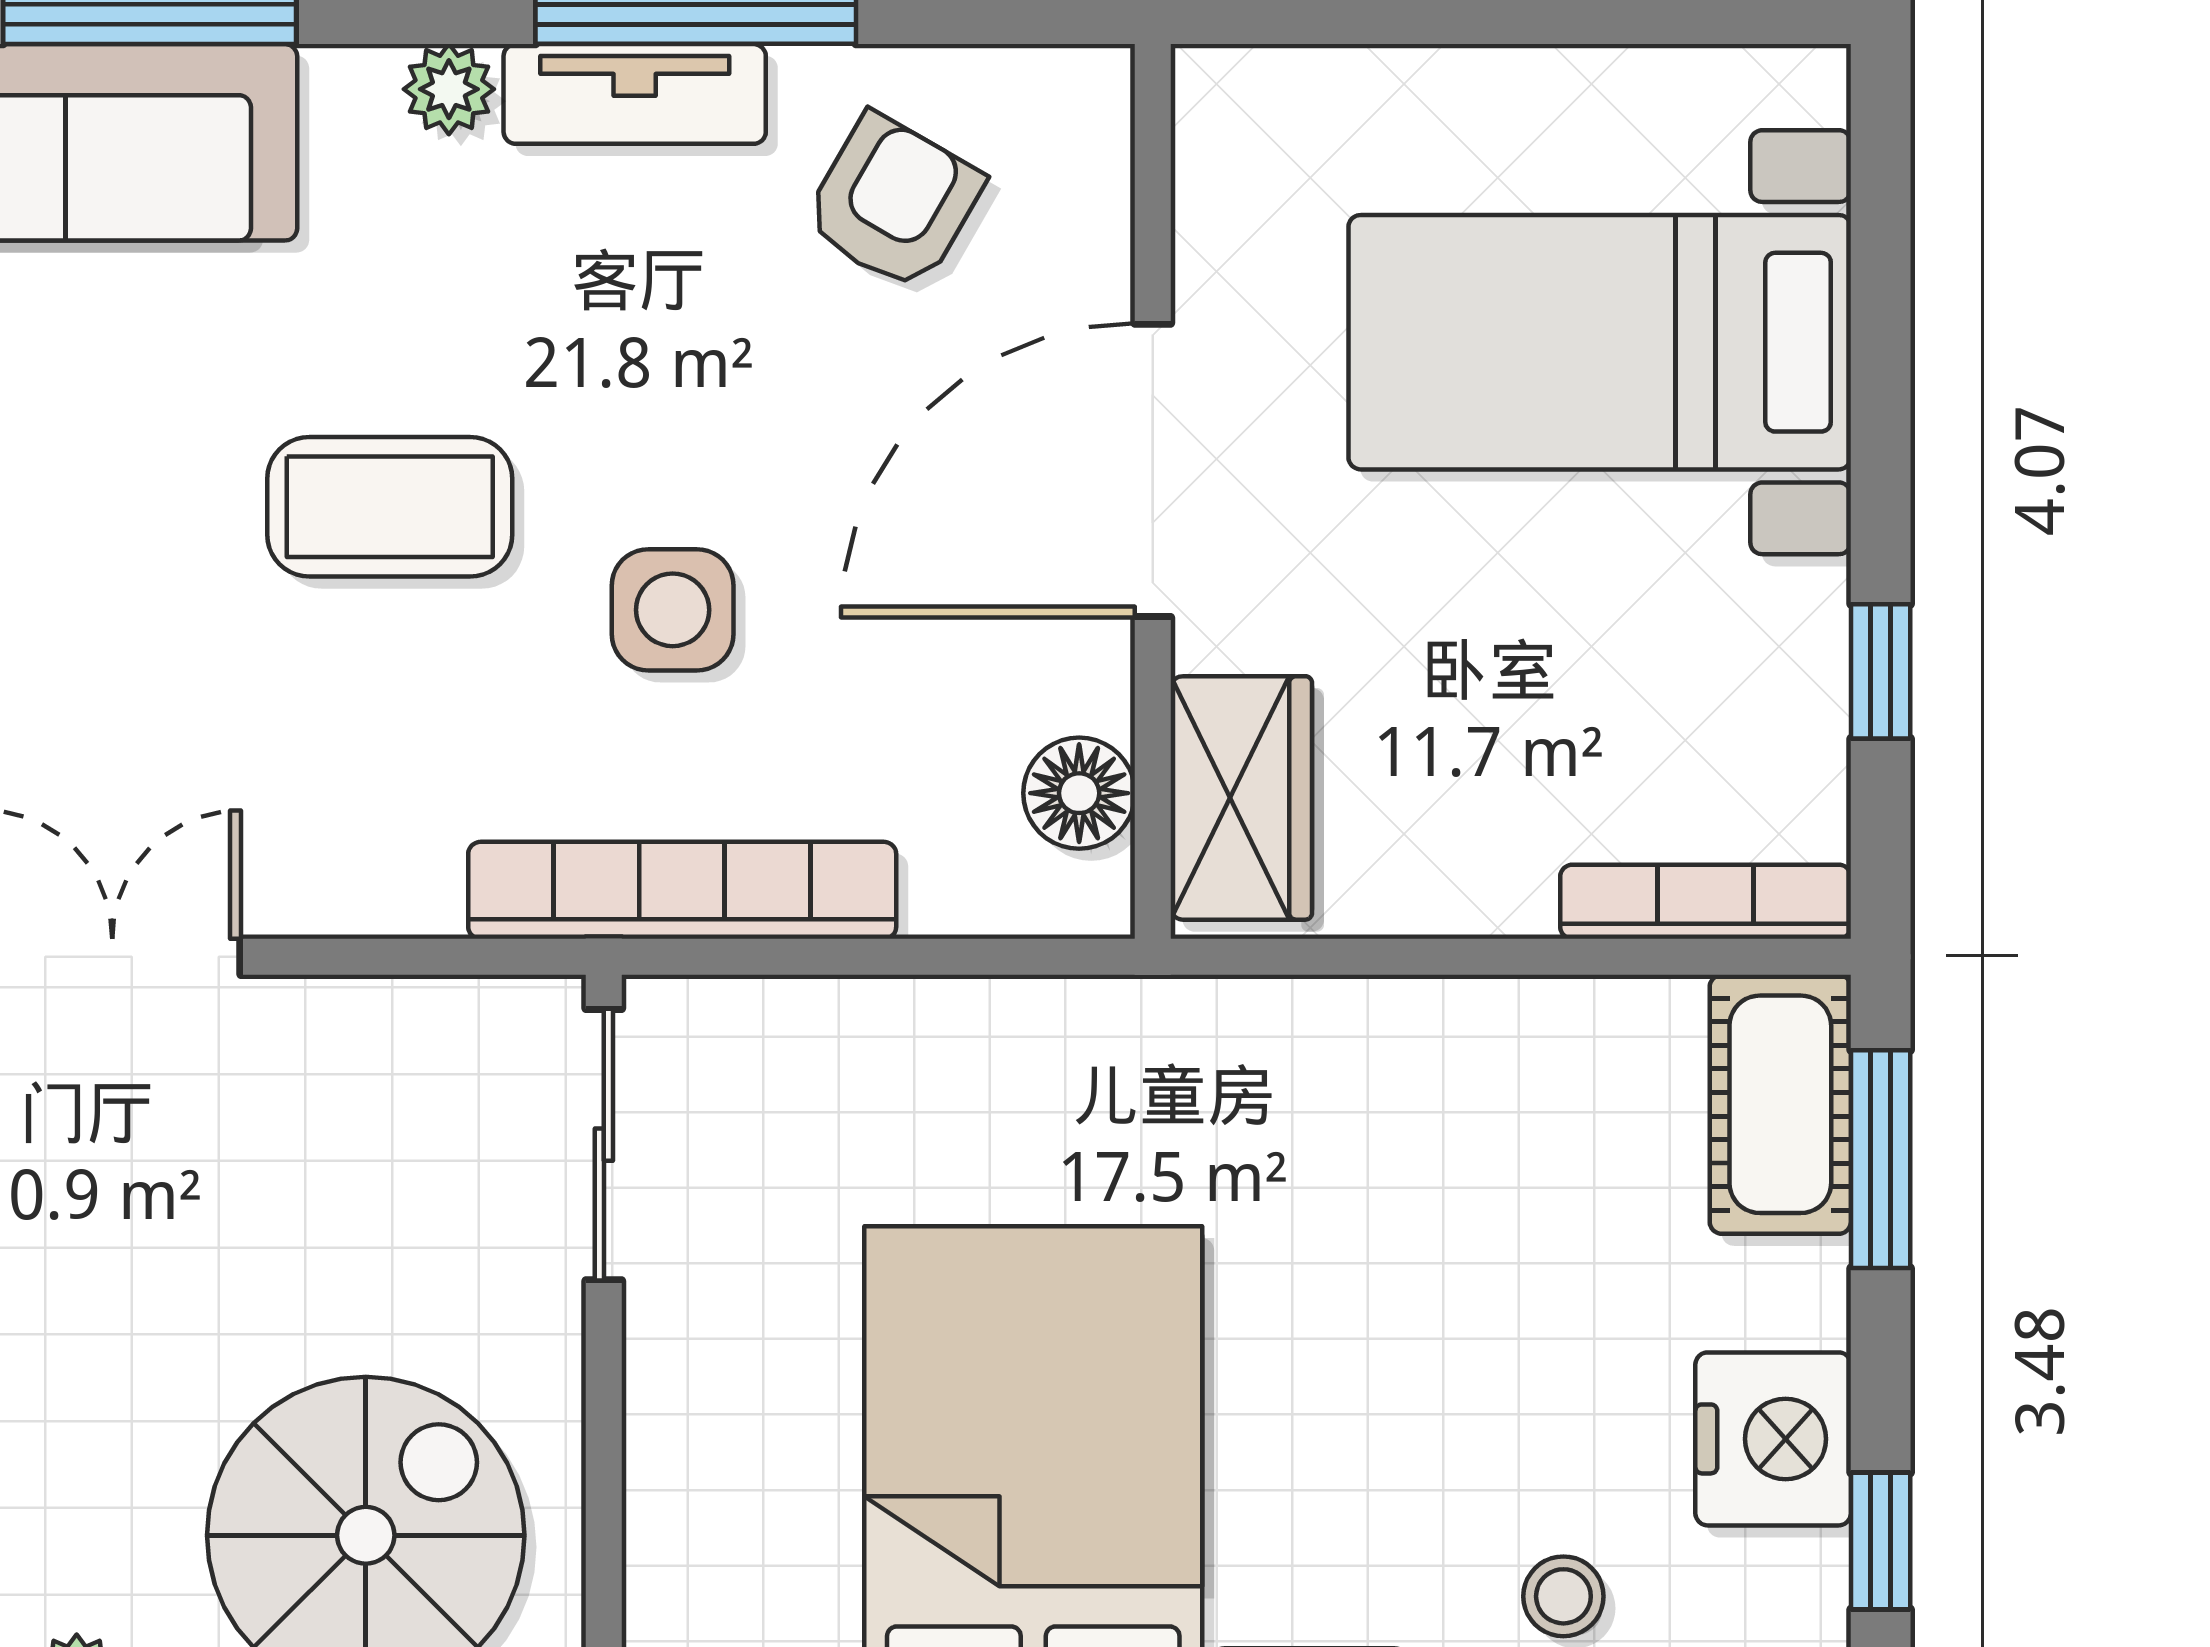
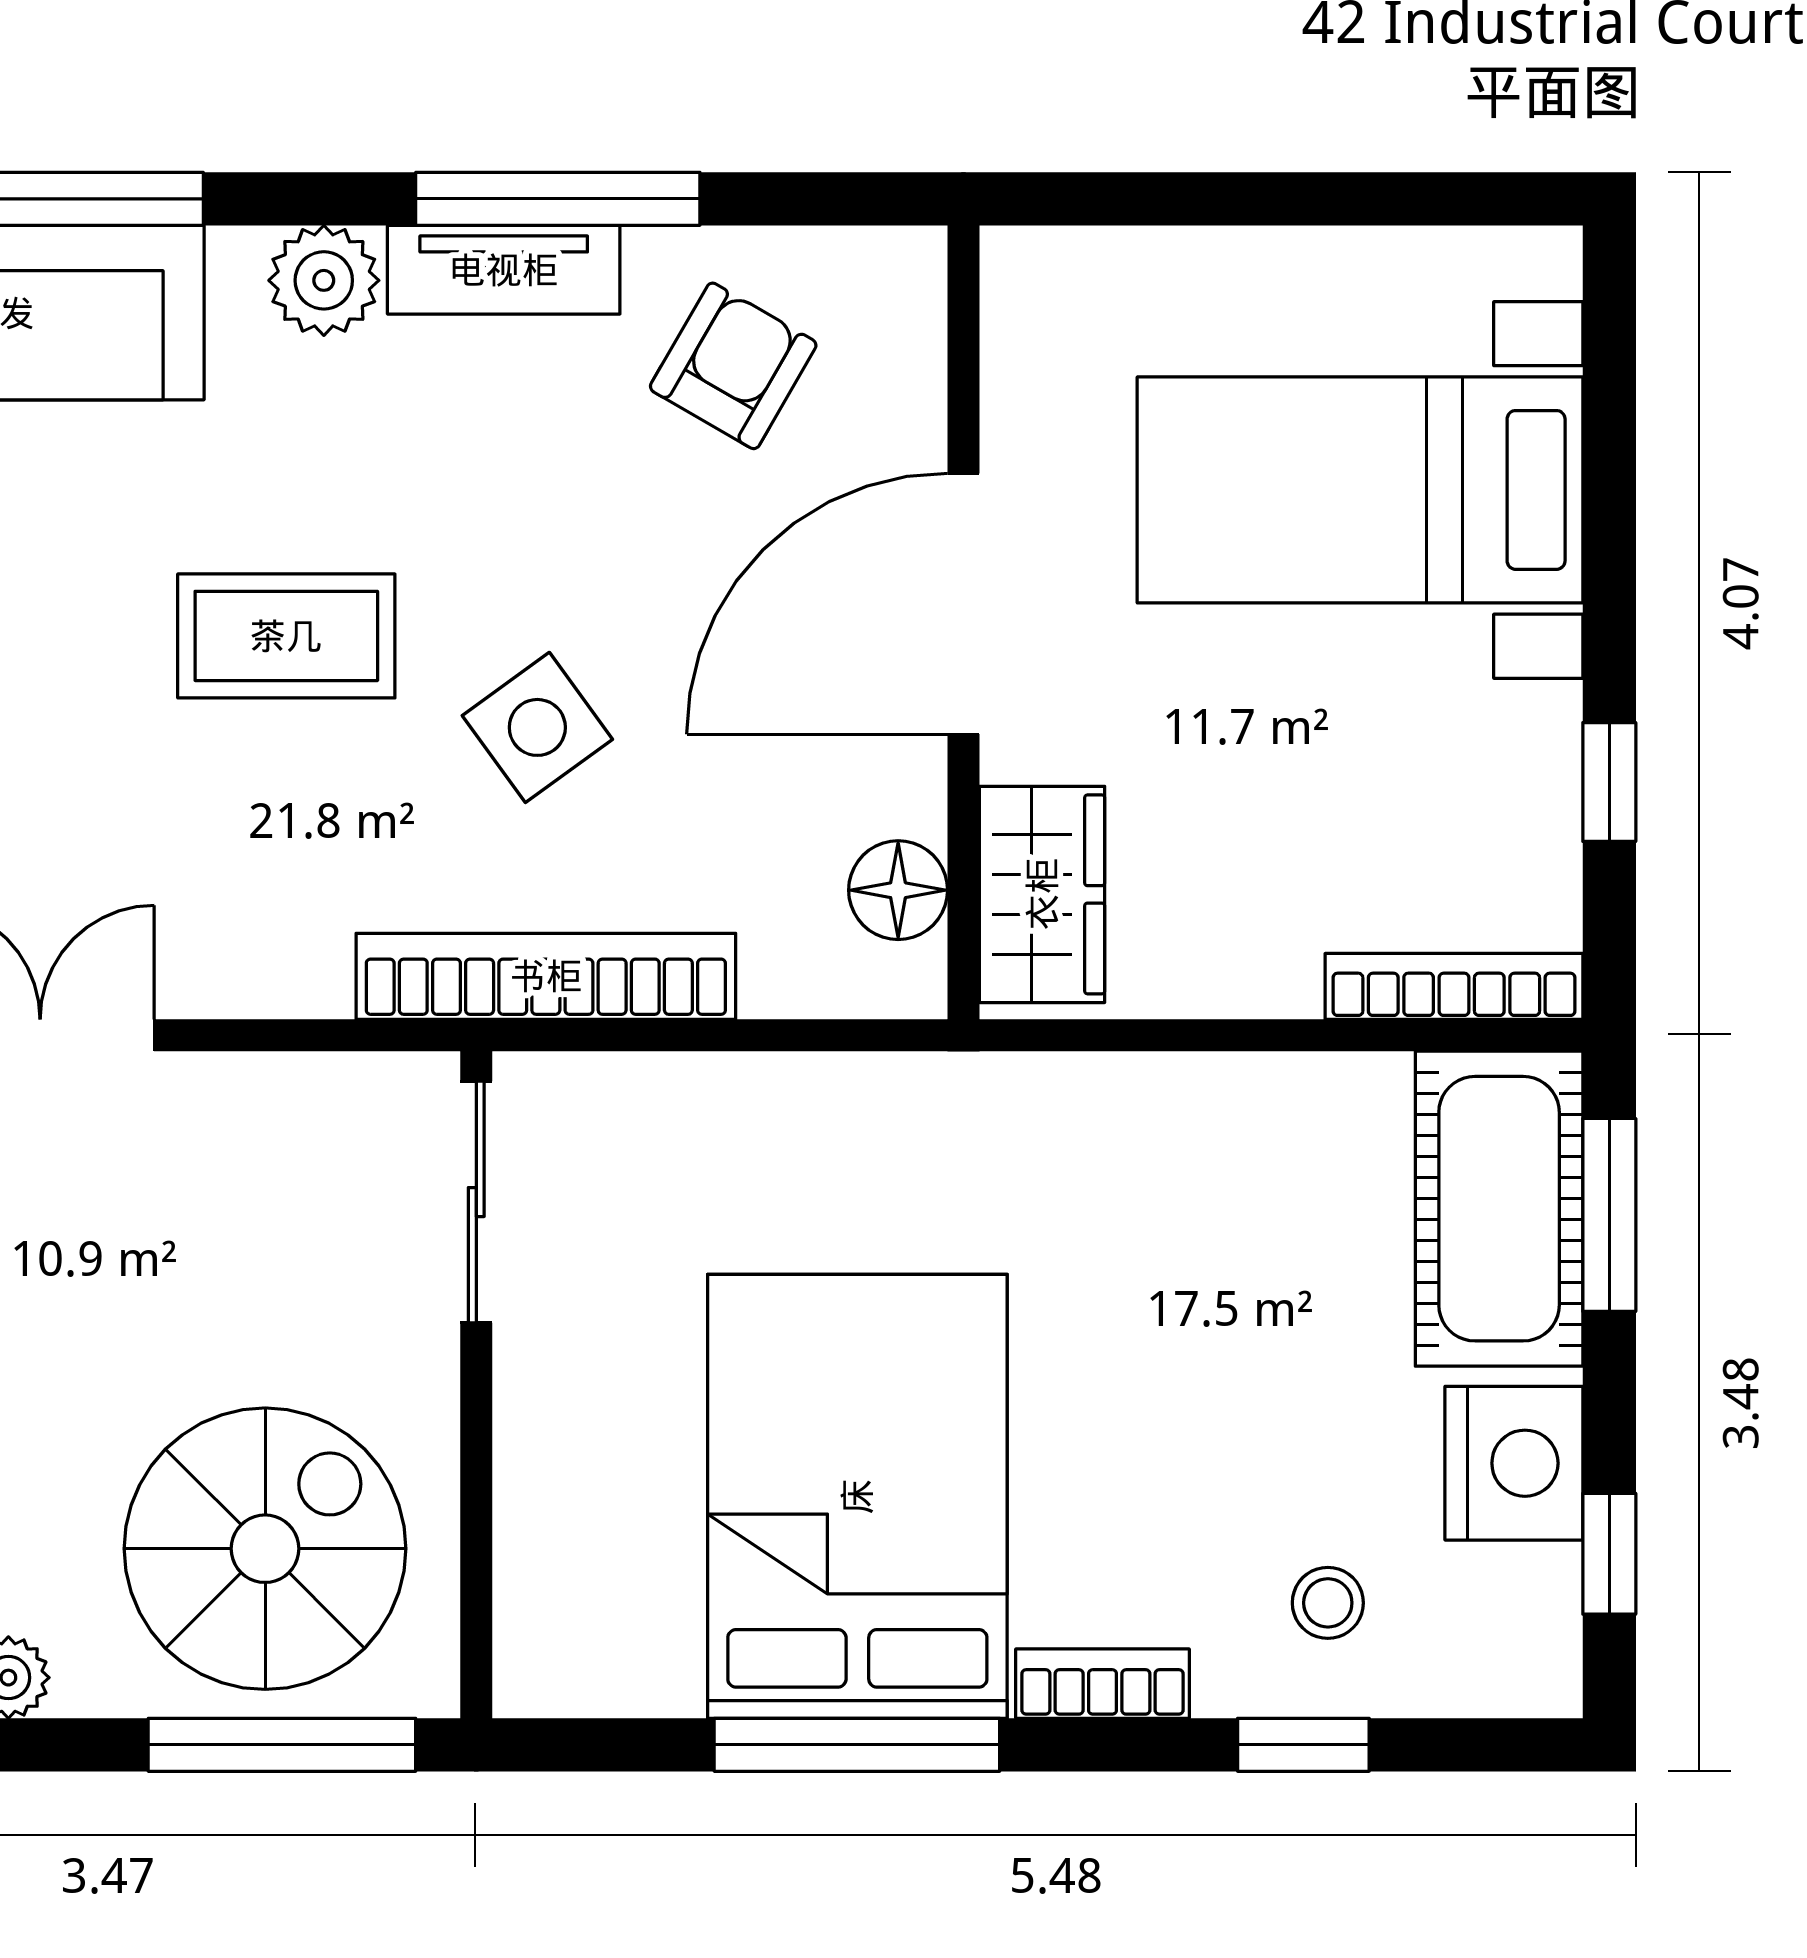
plant: (449, 89) -> (324, 280), width x1.38, depth x1.38
side table: (673, 610) -> (537, 727), turned -36
cot: (1780, 1104) -> (1499, 1209), width x1.37, depth x1.34

